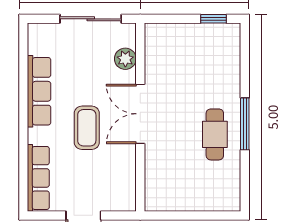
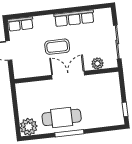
cafe table: (215, 134) -> (62, 117), width x1.37, depth x1.35
row of seats: (38, 178) -> (21, 24), width x0.68
plant: (225, 196) -> (29, 127), added

